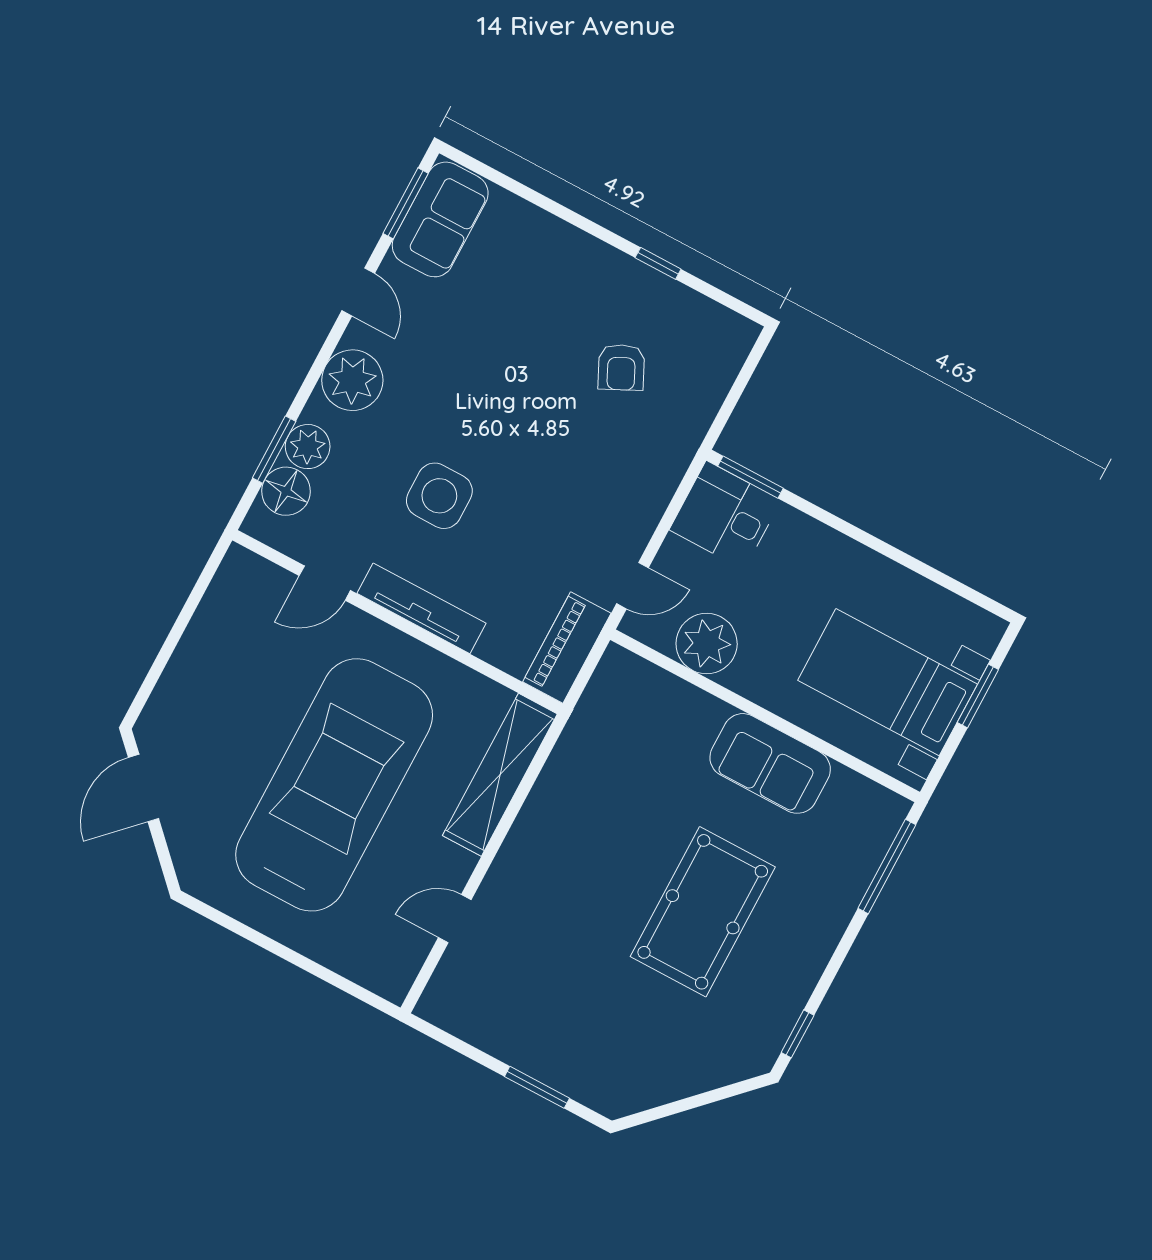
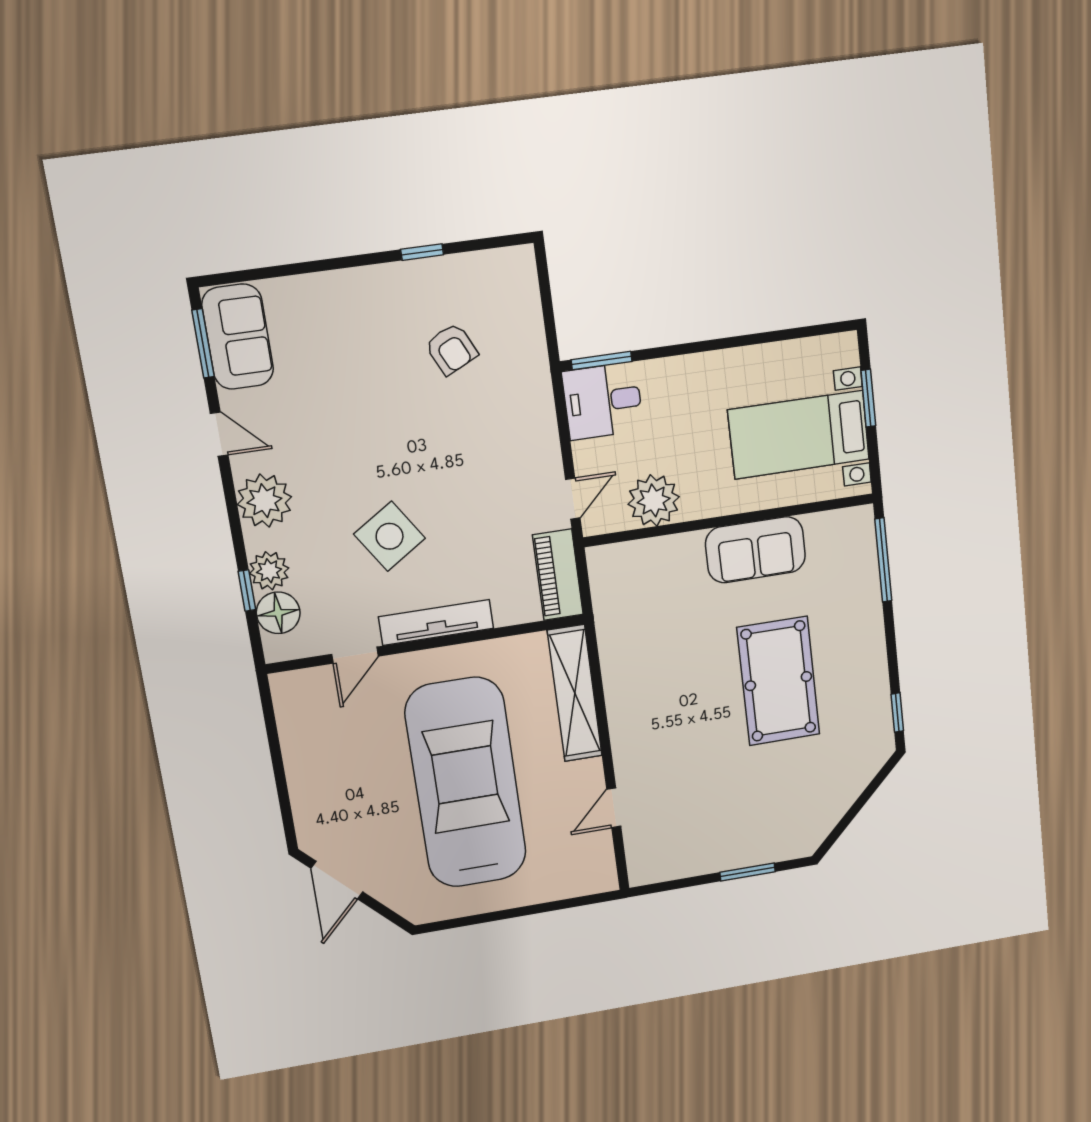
window: (274, 450) -> (247, 590), width x0.67
side table: (439, 496) -> (390, 536), turned -33

